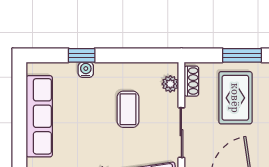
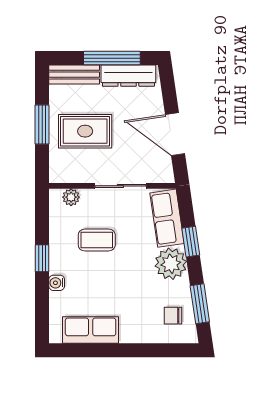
window: (82, 55) -> (42, 258), moved
shoe rack: (191, 81) -> (68, 176), removed
row of seats: (39, 116) -> (91, 330), width x0.68

